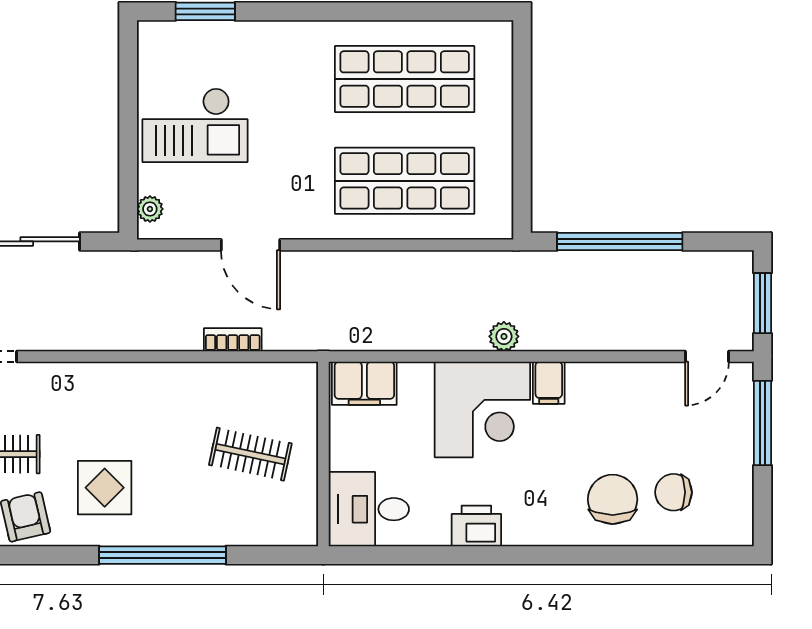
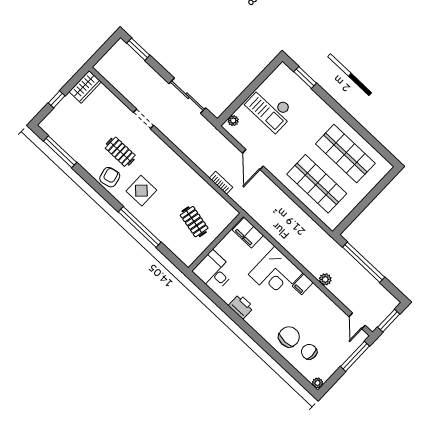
plant: (504, 336) -> (325, 279), moved
door: (707, 357) -> (357, 321), hinge flipped
plant: (741, 533) -> (318, 383), added

